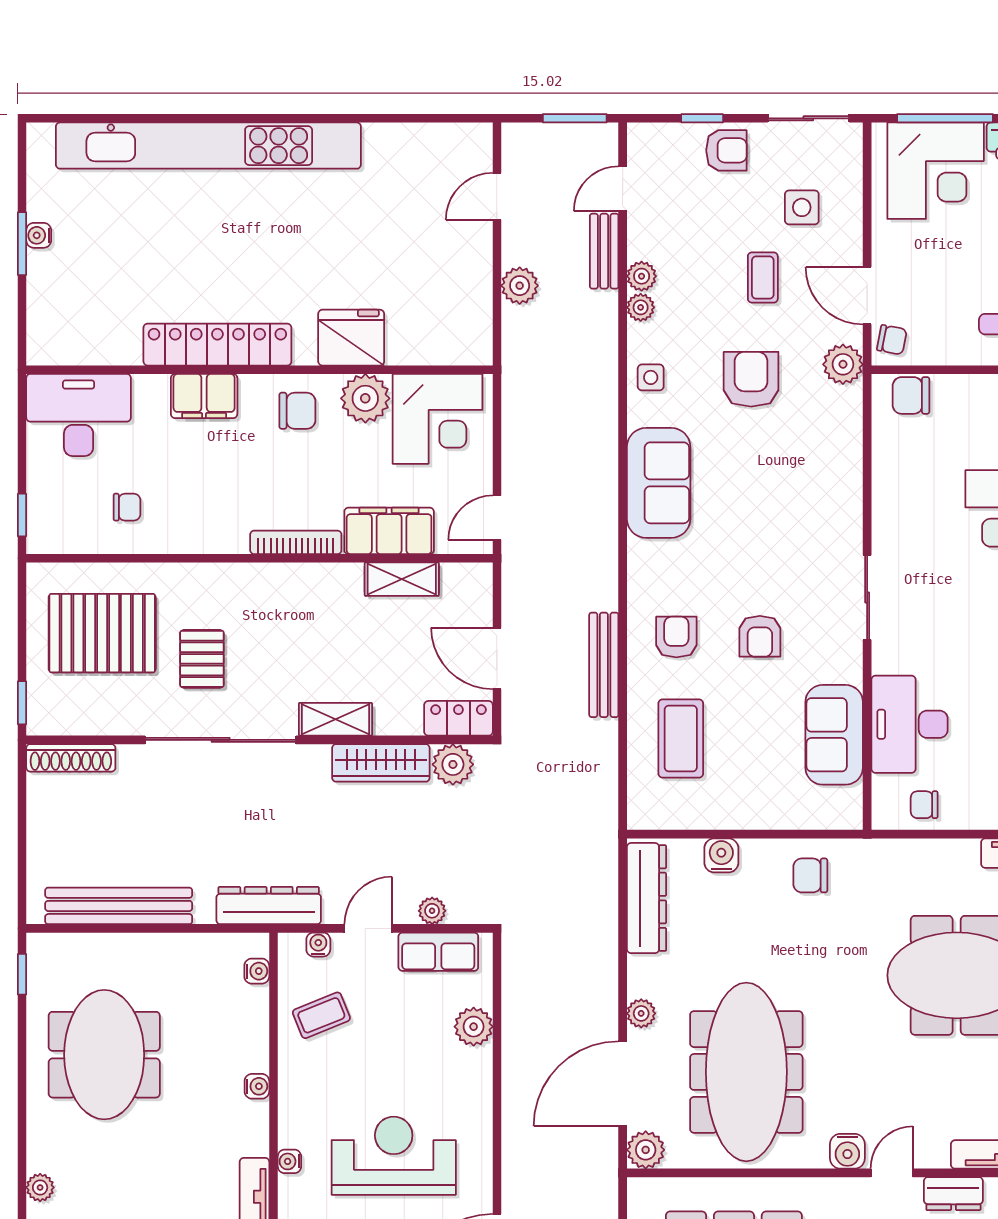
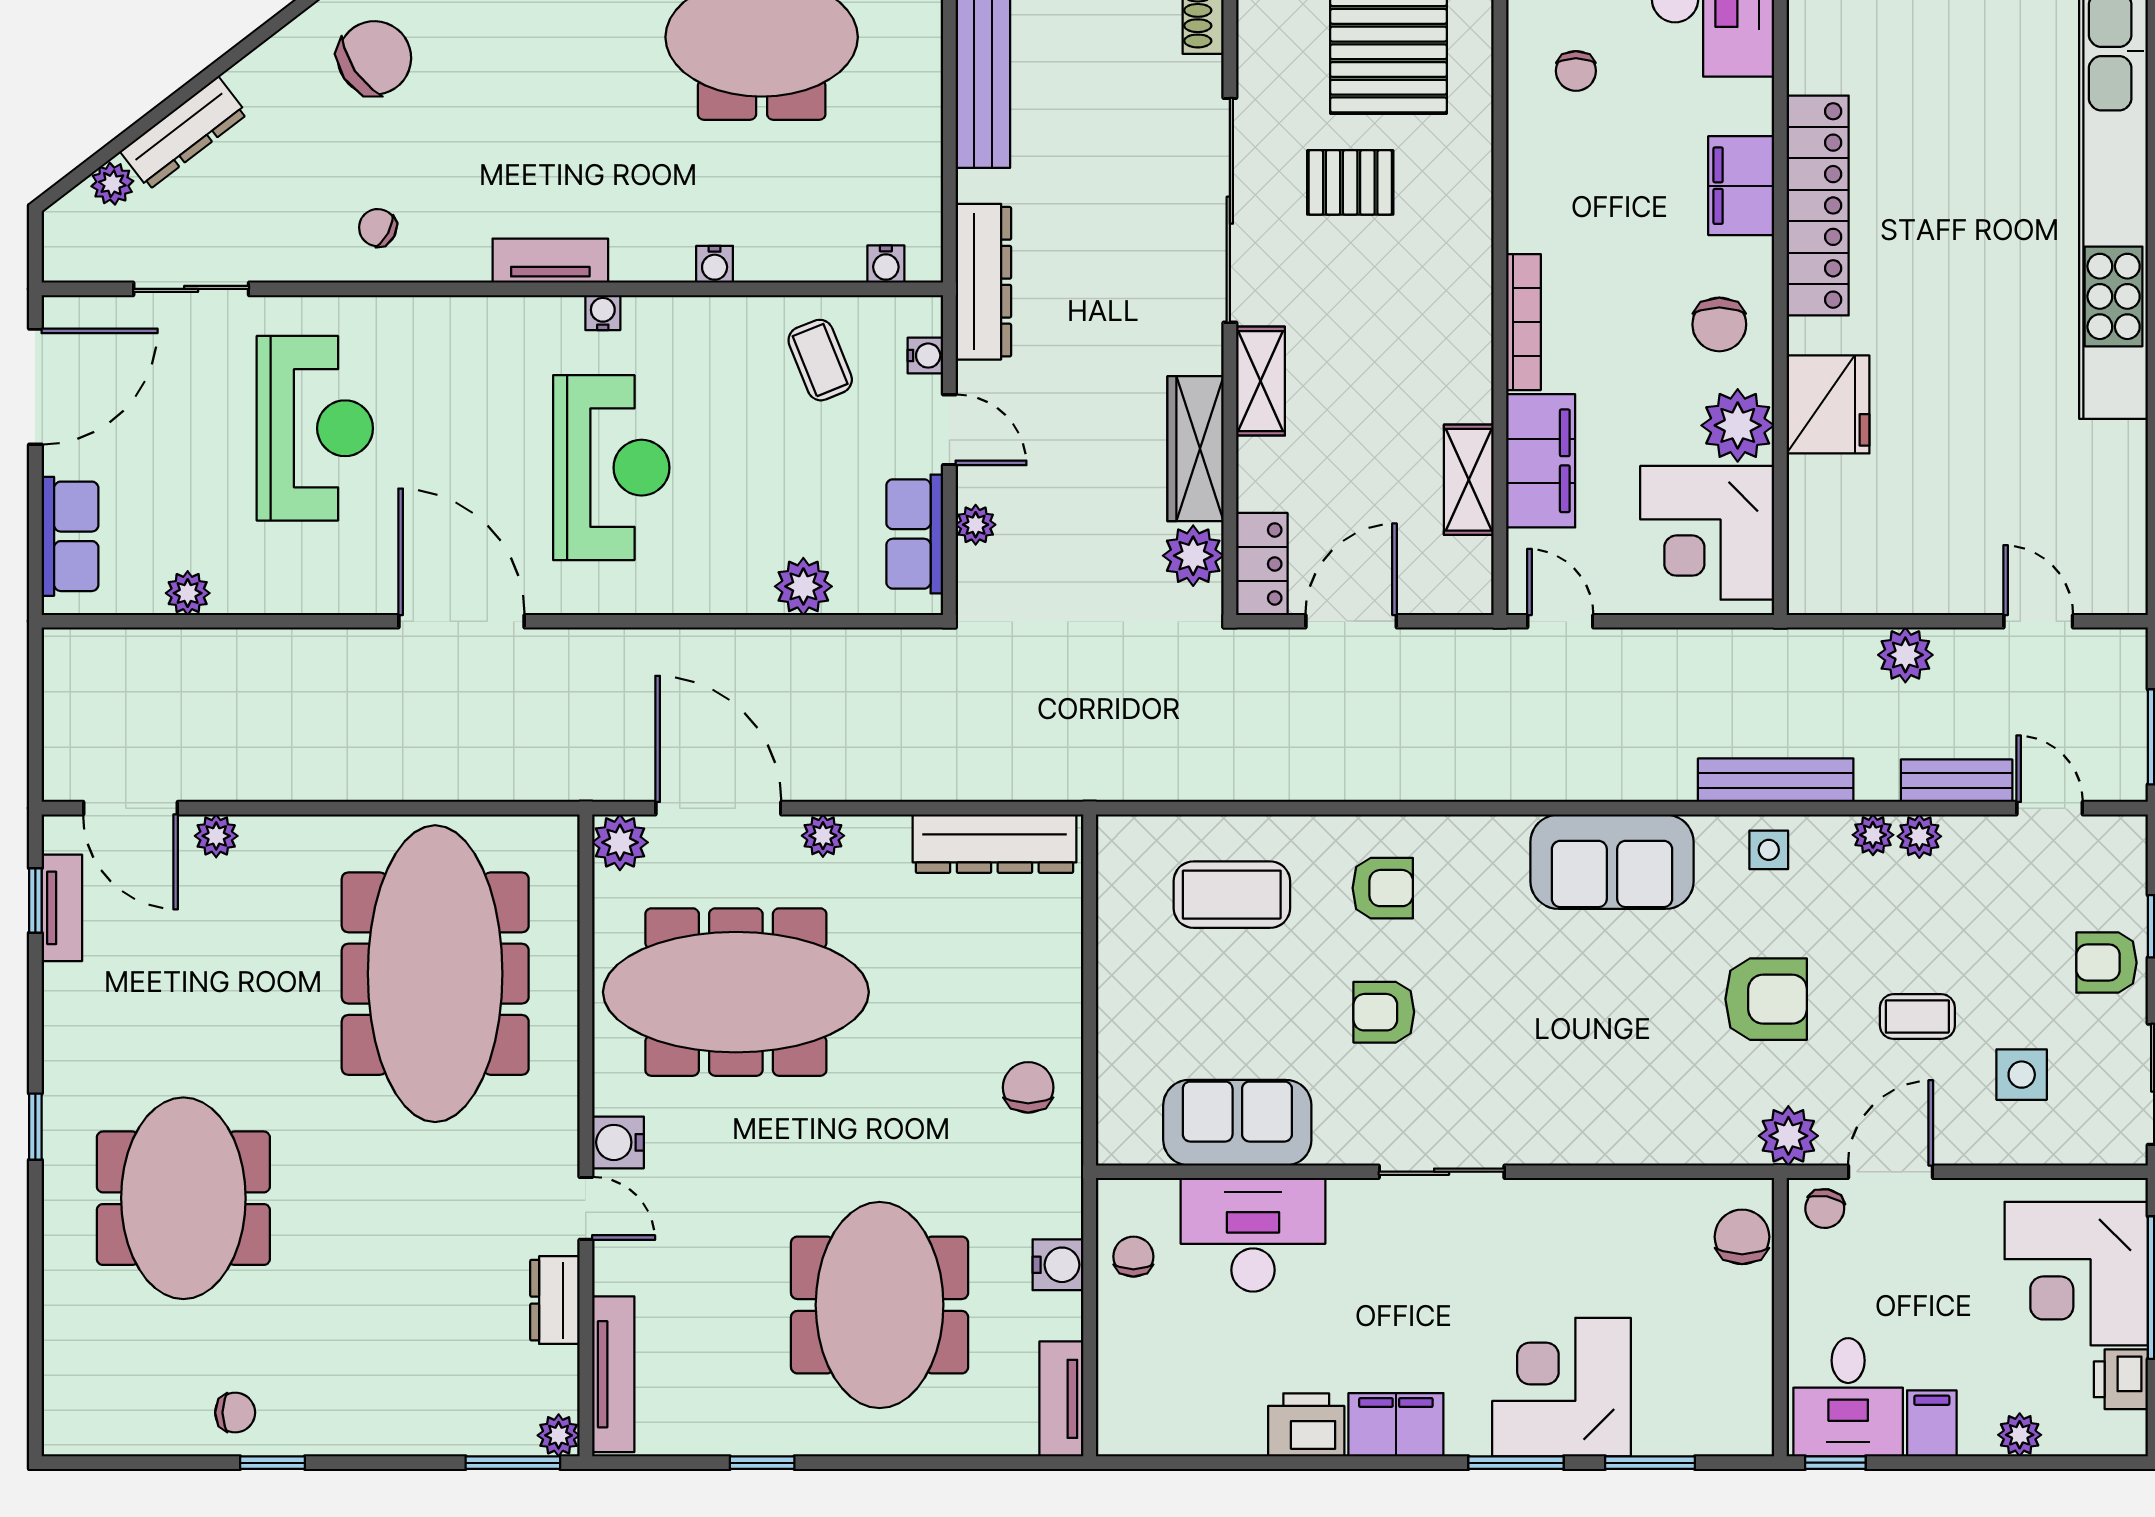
armchair: (726, 150) -> (2106, 963), turned 90
bench: (604, 665) -> (1776, 780), moved
water cooler: (721, 855) -> (1058, 1265), moved

